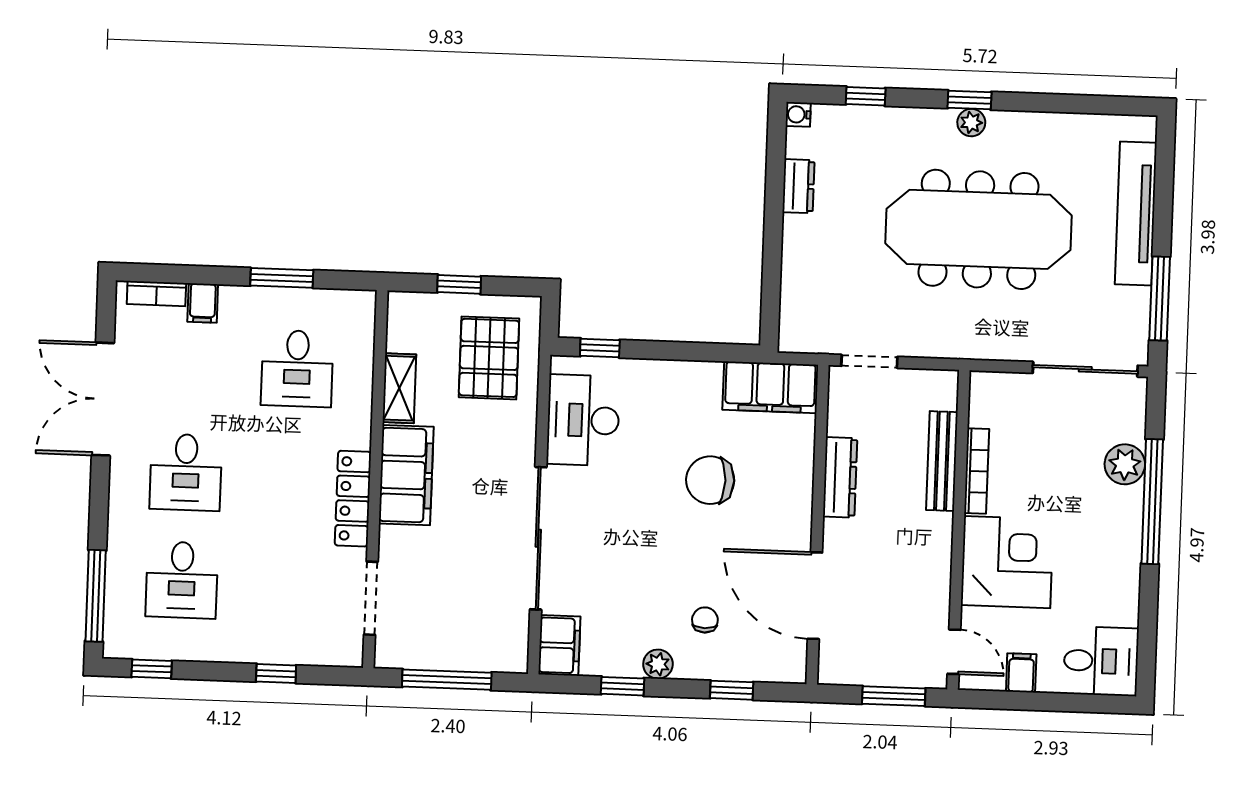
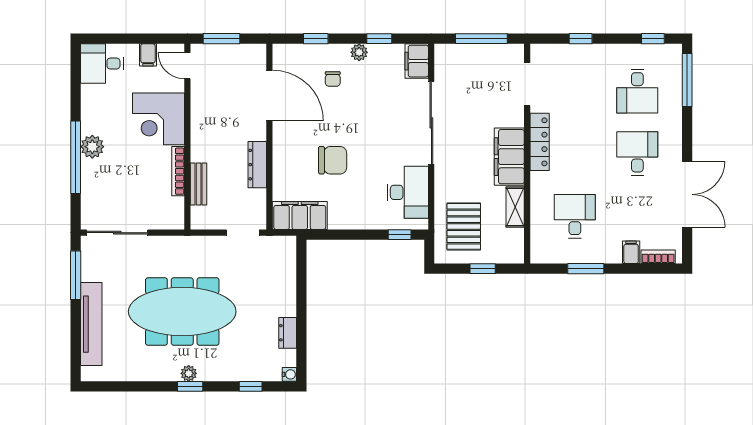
bench: (942, 461) -> (199, 184), width x0.73
plant: (1125, 464) -> (92, 147), moved
desk: (182, 580) -> (637, 91), turned 180

